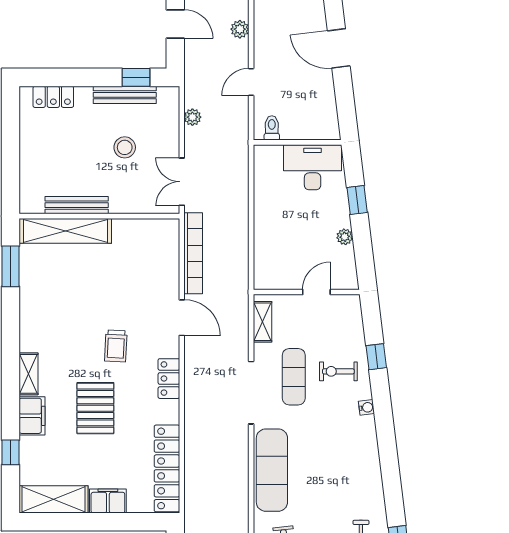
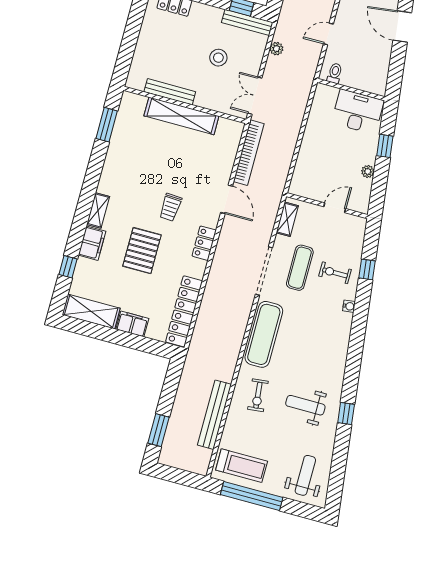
bench: (125, 95) -> (247, 22), moved
shelving: (65, 231) -> (181, 116), moved

